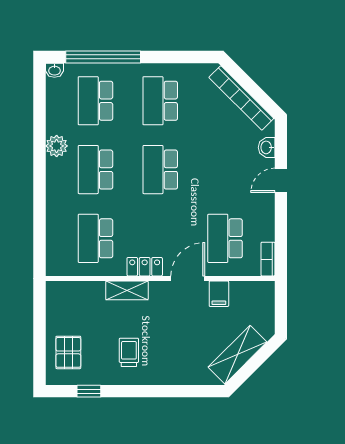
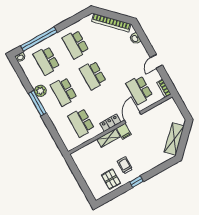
window: (40, 164) -> (37, 103), added
door: (281, 180) -> (156, 61), moved
filing cabinet: (219, 294) -> (124, 131), moved
pallet: (68, 352) -> (111, 179), moved
window: (89, 391) -> (137, 182), moved

